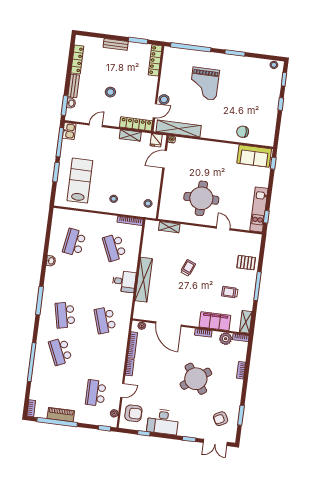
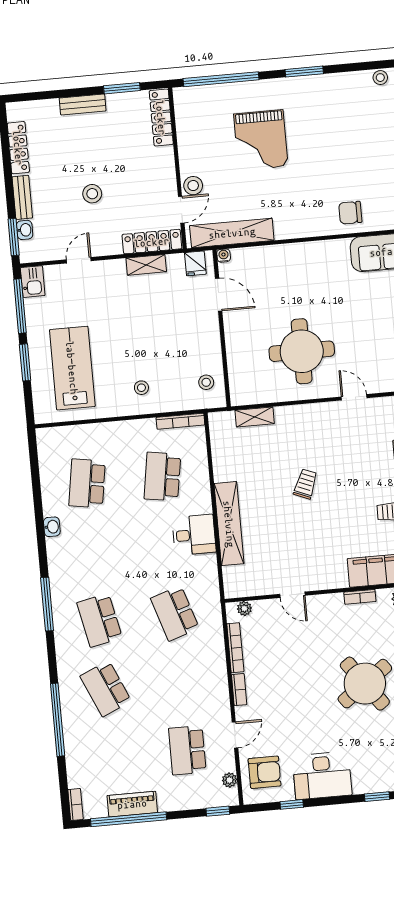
door: (165, 159) -> (219, 295), swing flipped
school desk: (114, 247) -> (162, 477), turned 33
door: (168, 324) -> (292, 595), width x0.53

